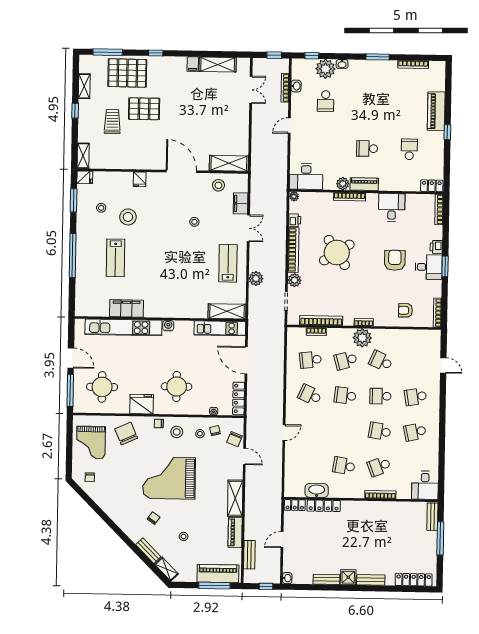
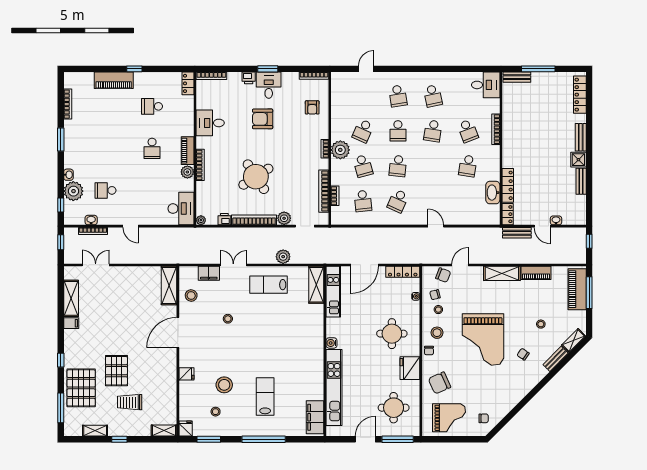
school desk: (326, 101) -> (106, 190), turned 180
lab bench: (116, 258) -> (265, 397), turned -90
filing cabinet: (126, 308) -> (315, 417), moved
bench: (249, 555) -> (517, 233), moved
washbasin: (287, 578) -> (556, 220), moved

